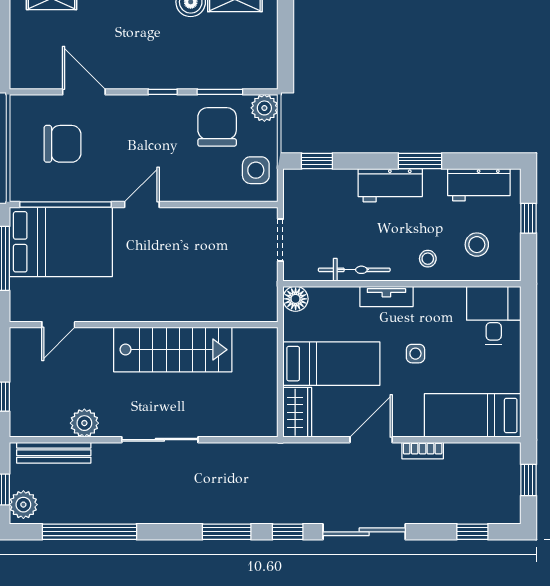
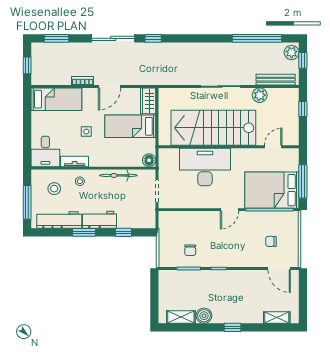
door: (84, 92) -> (279, 269), moved
plant: (264, 108) -> (165, 260), removed
chair: (217, 127) -> (190, 250), width x0.54, depth x0.54
chair: (63, 144) -> (271, 241), width x0.54, depth x0.54
window: (317, 161) -> (123, 232), moved
side table: (256, 170) -> (170, 228), removed
workbench: (479, 185) -> (59, 220), width x1.37
window: (528, 218) -> (27, 202), width x2.17
desk: (189, 286) -> (205, 167), added
tv unit: (386, 296) -> (75, 161), moved
stairs: (173, 350) -> (213, 128), width x1.36, depth x1.51
window: (227, 532) -> (185, 38), removed
window: (472, 532) -> (57, 38), width x1.50

